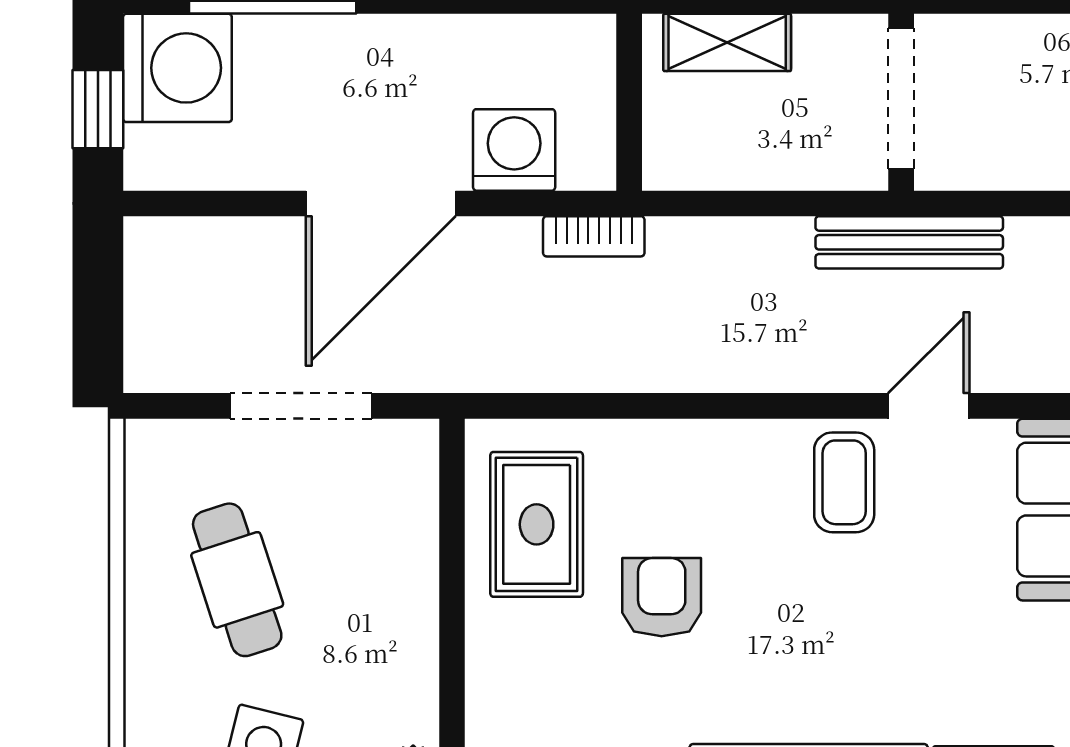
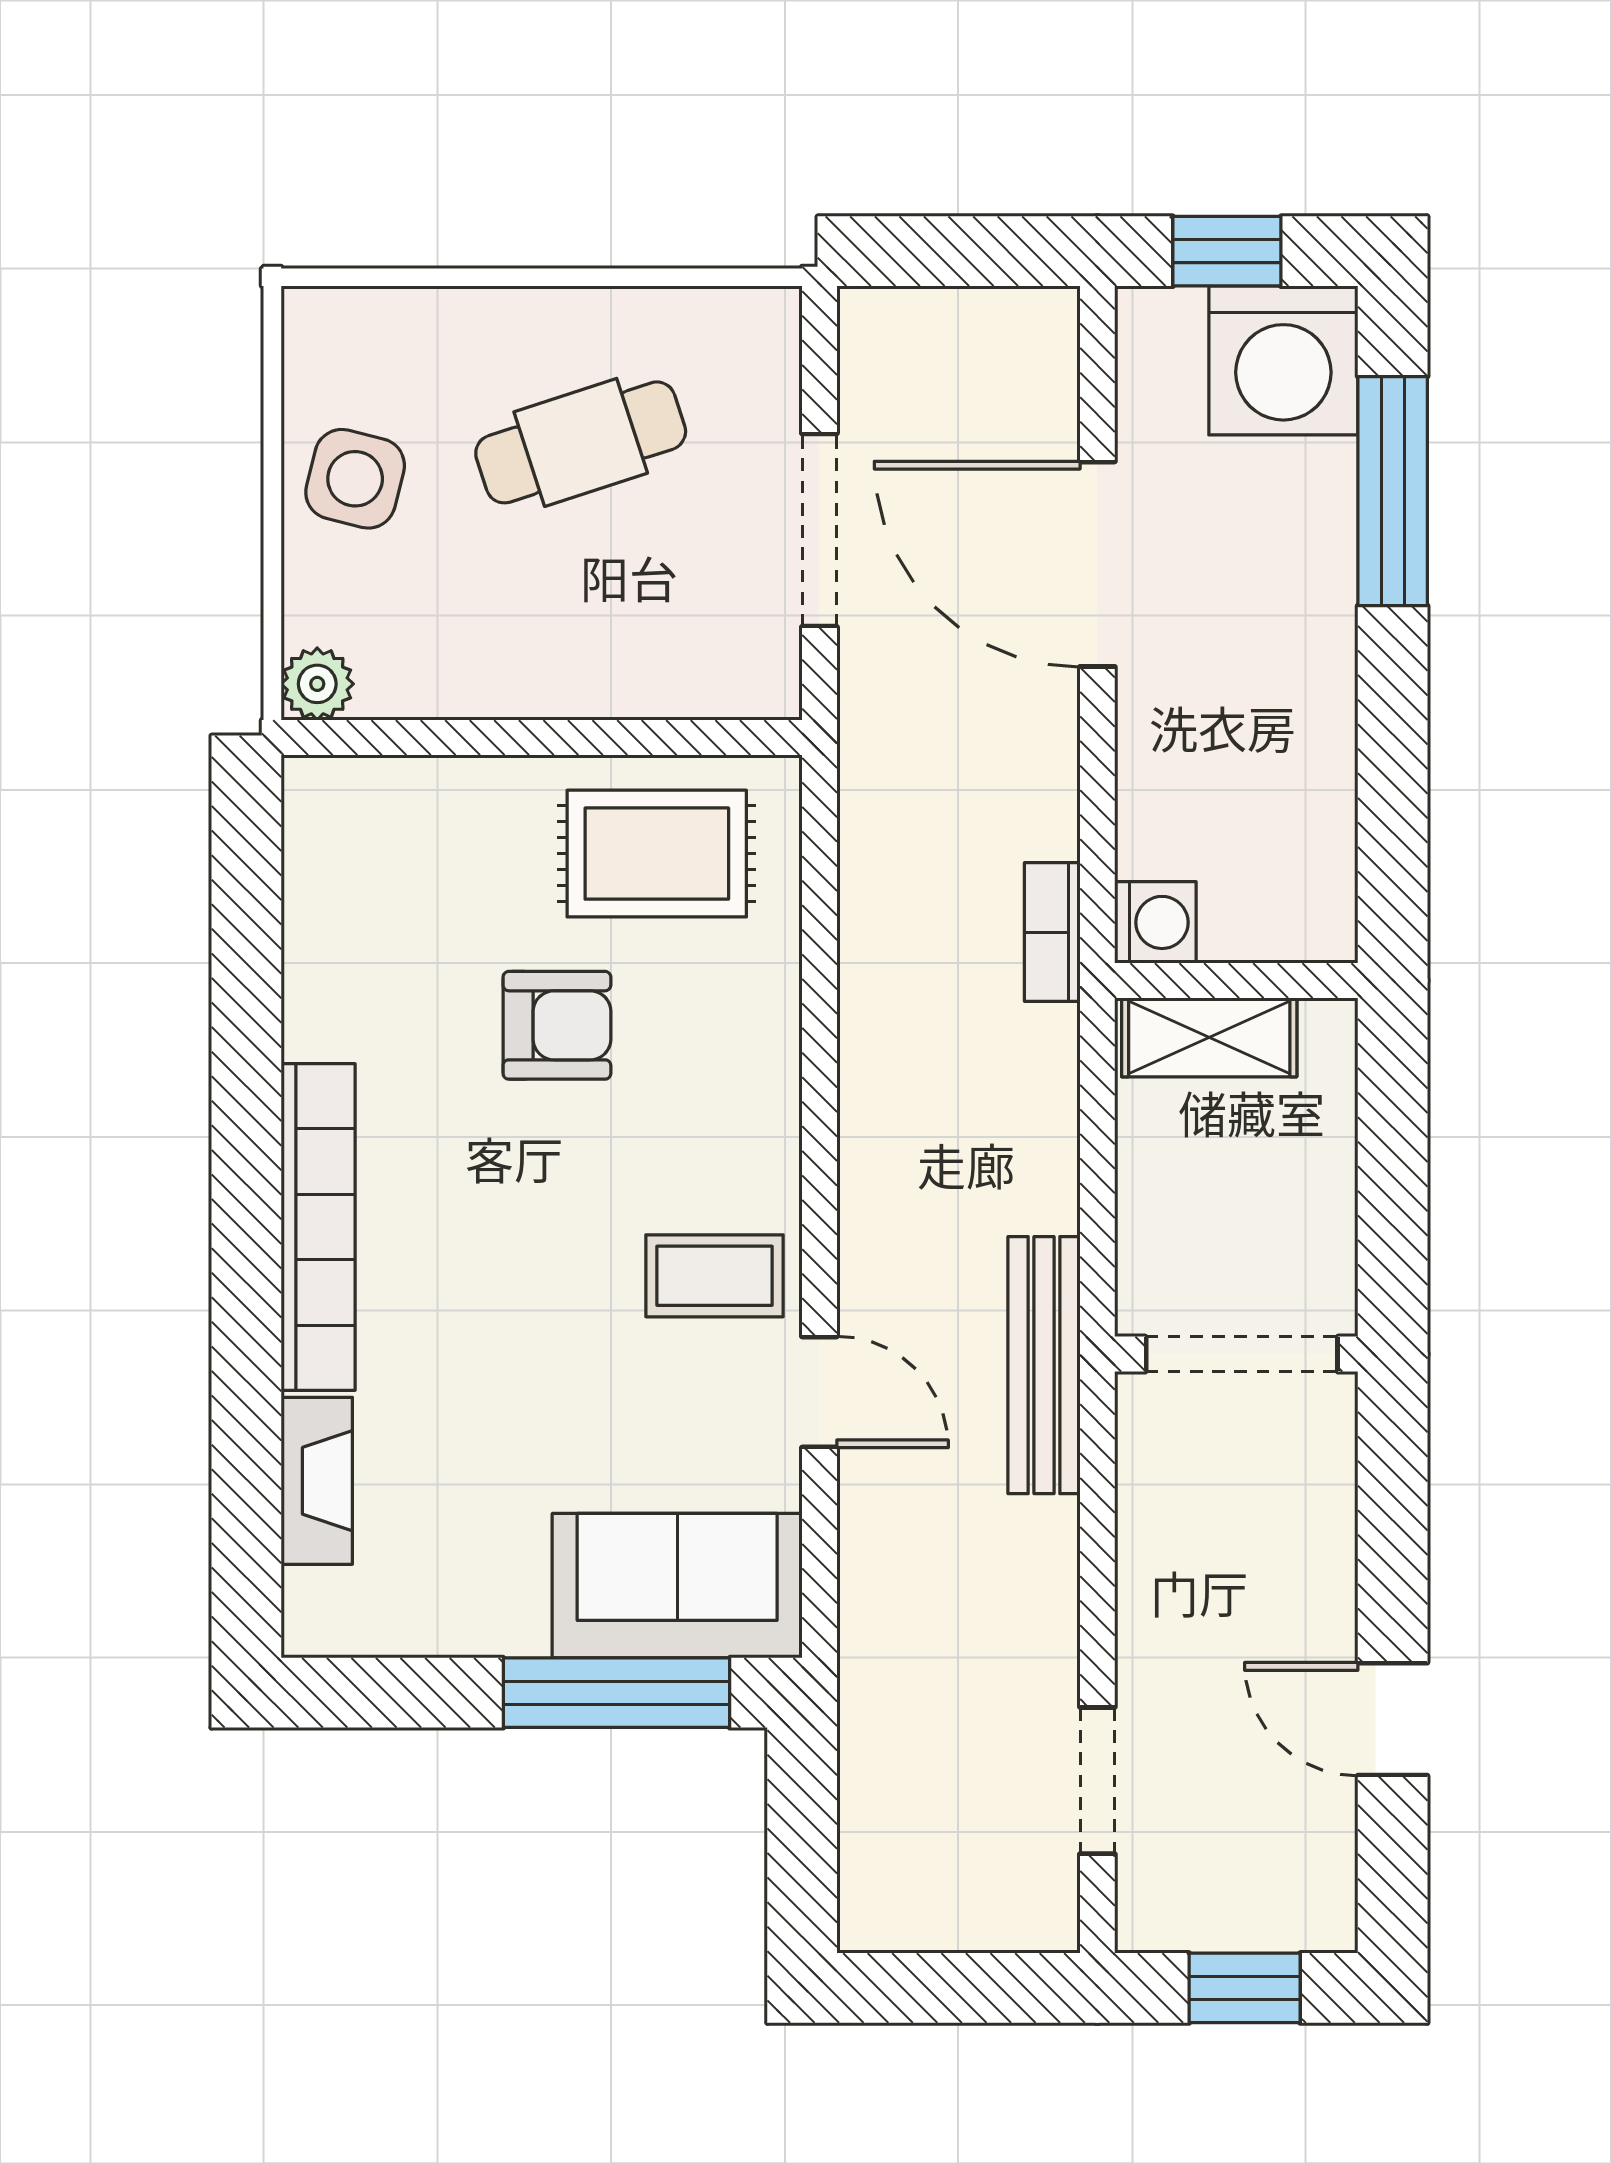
shelving: (727, 42) -> (1209, 1037), moved, turned 90
washing machine: (514, 150) -> (1155, 922), moved, width x0.73, depth x0.73
door: (381, 203) -> (1097, 564), moved

